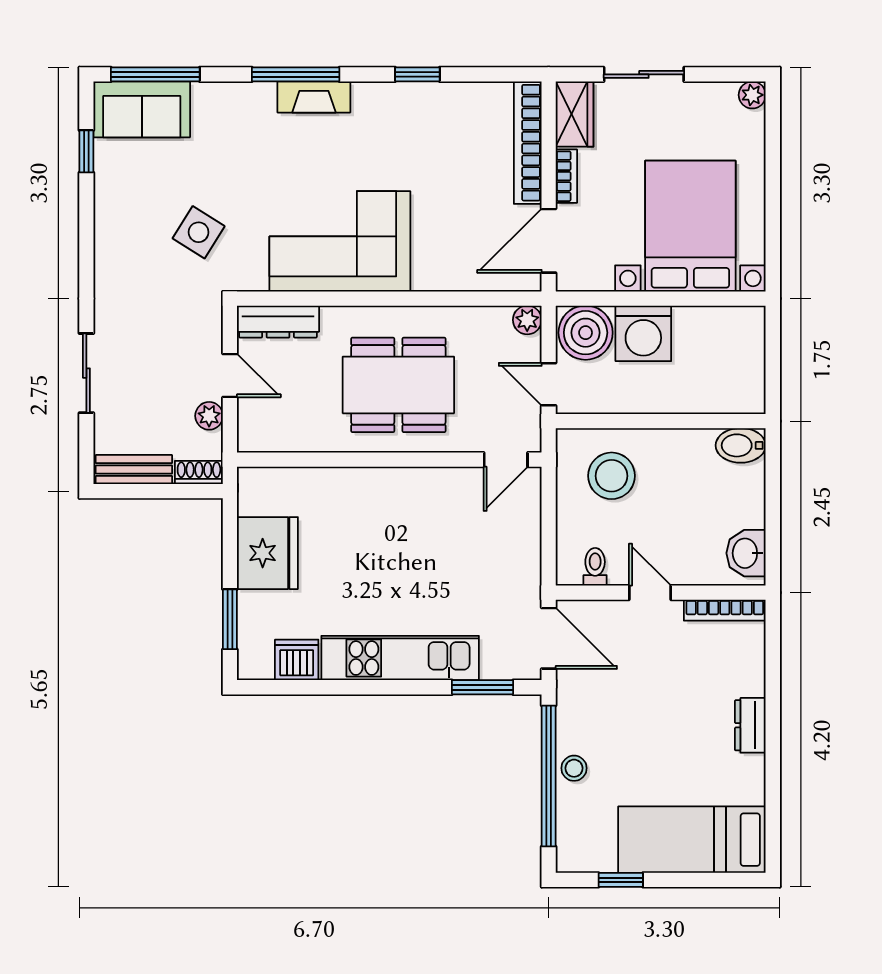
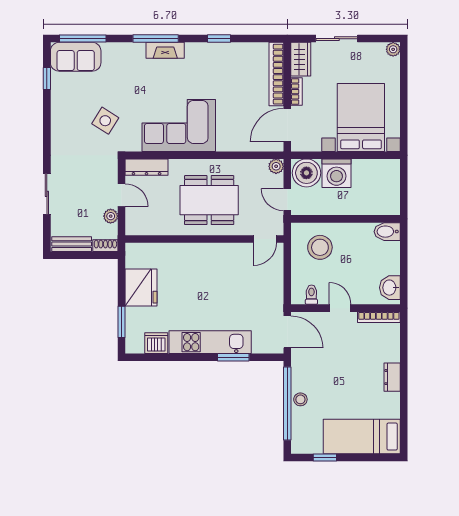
window: (483, 687) -> (233, 357), moved

